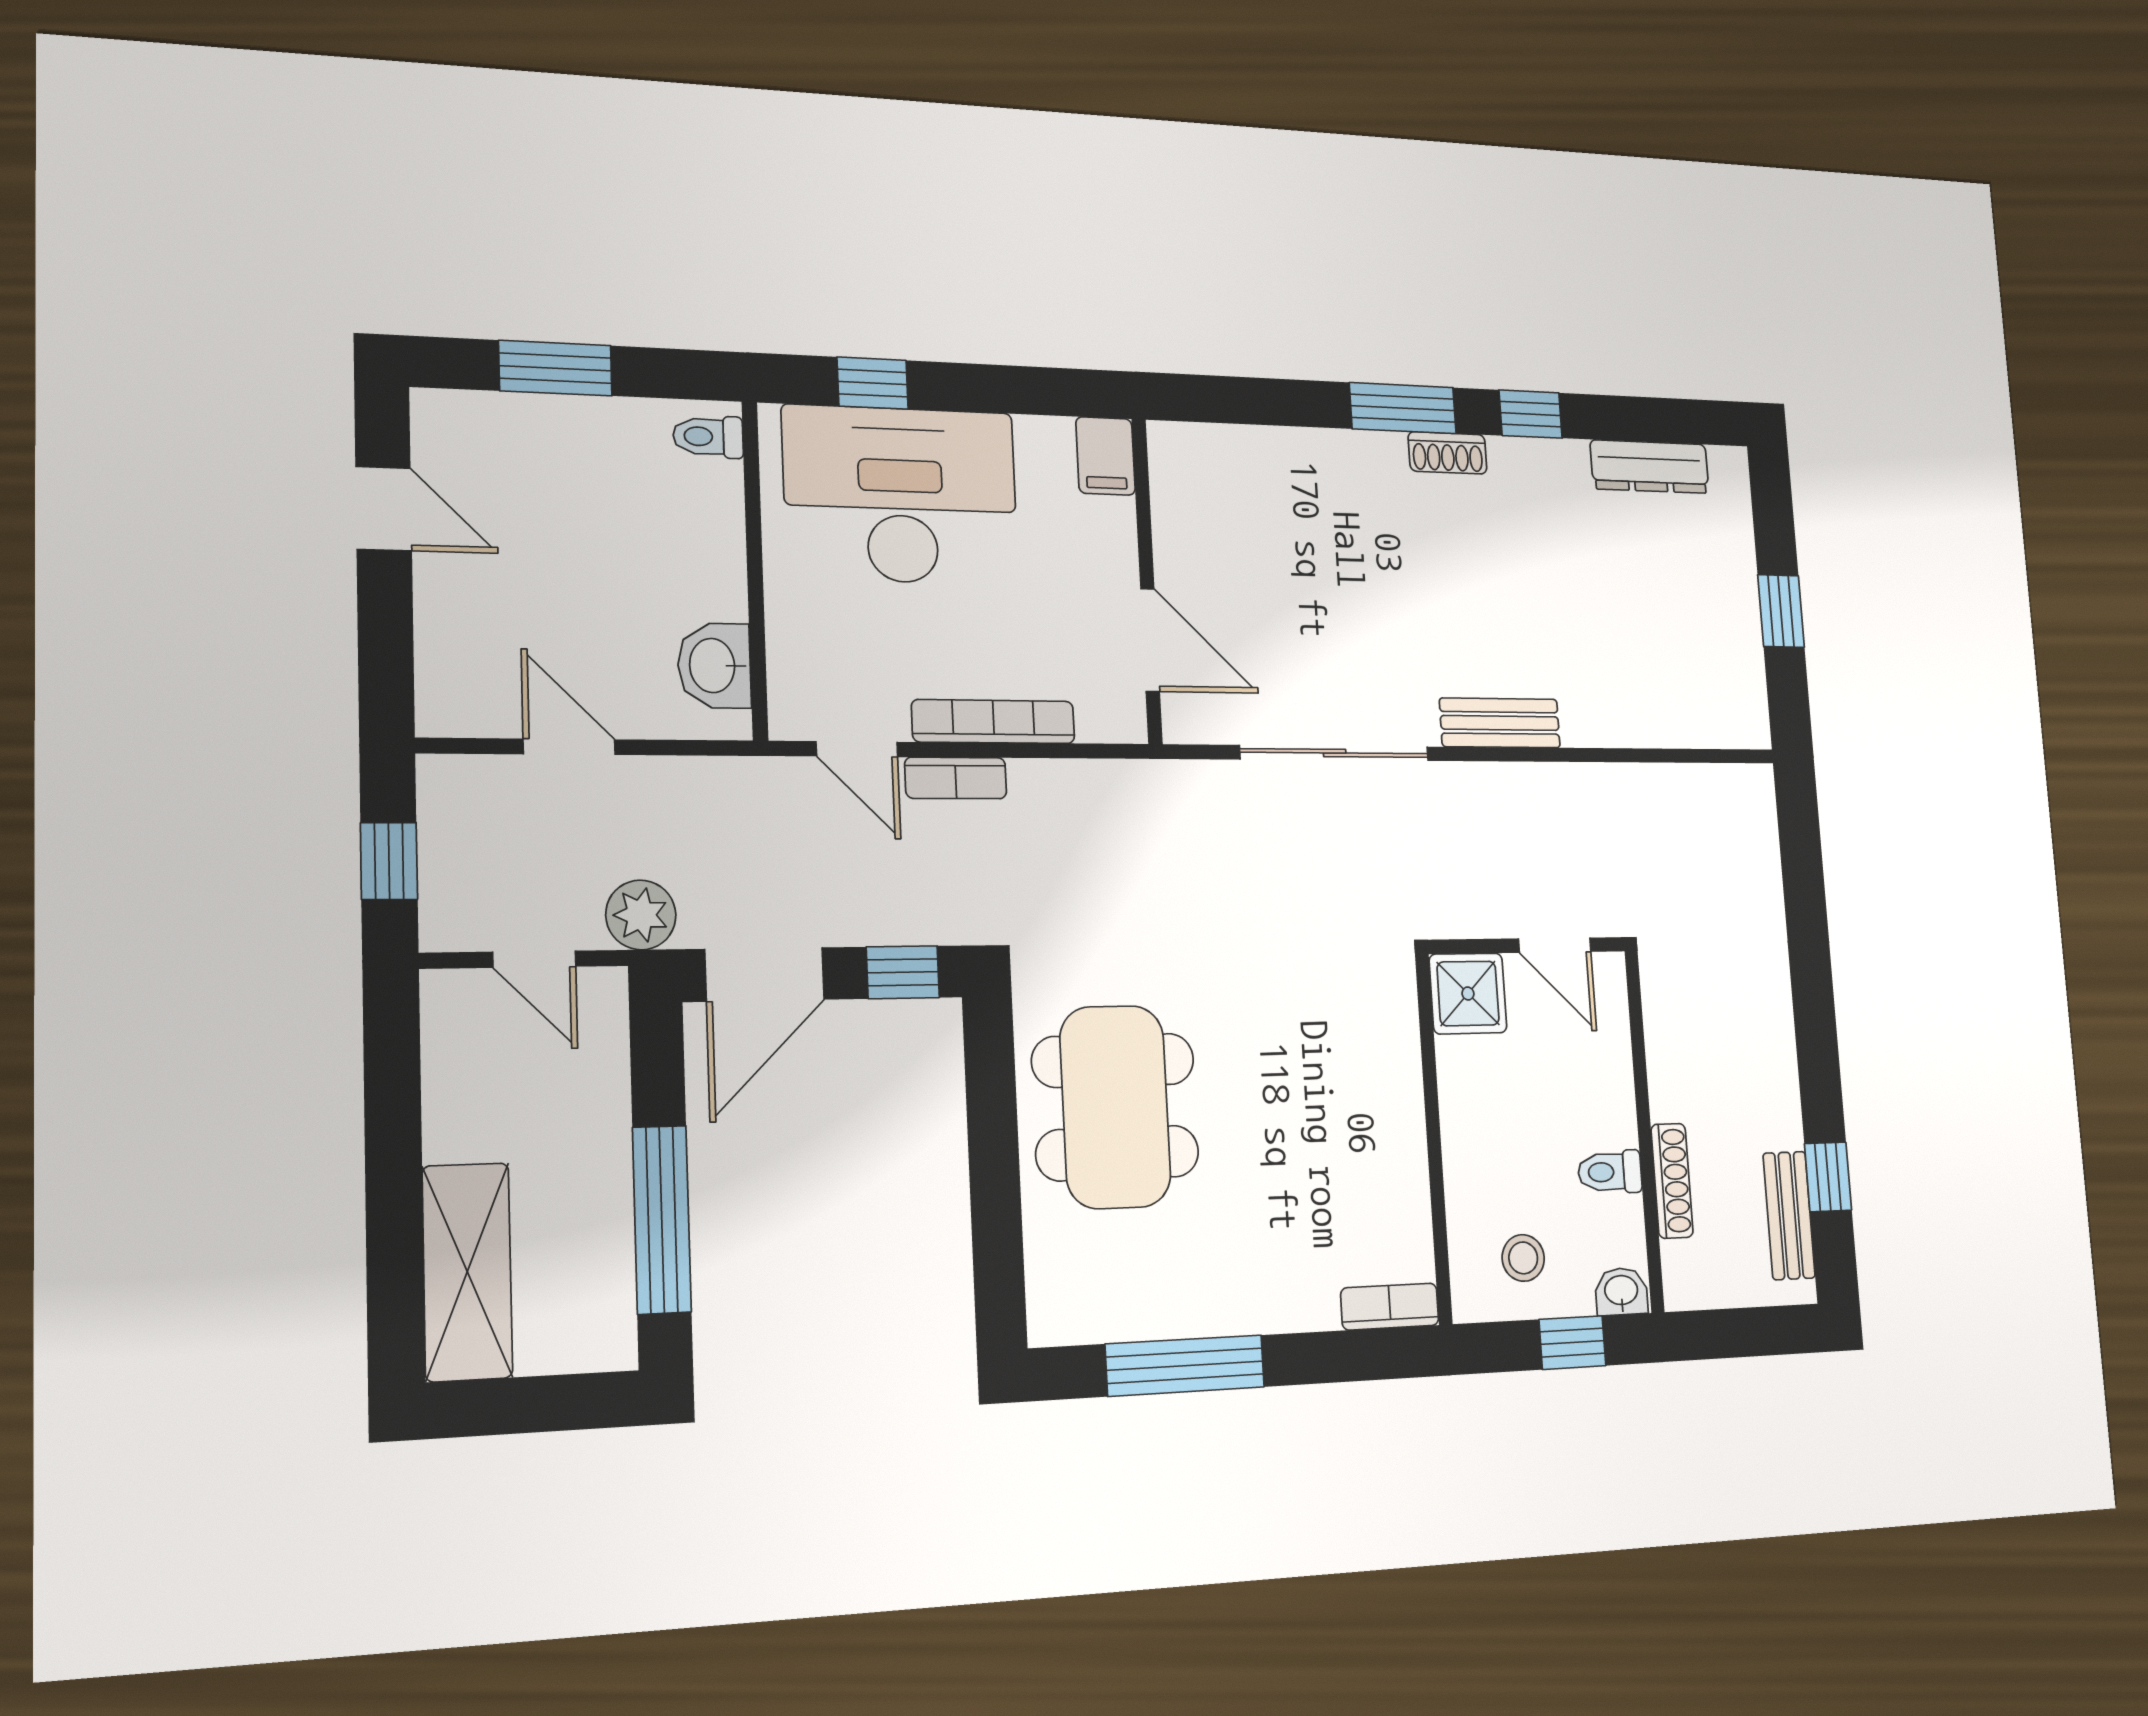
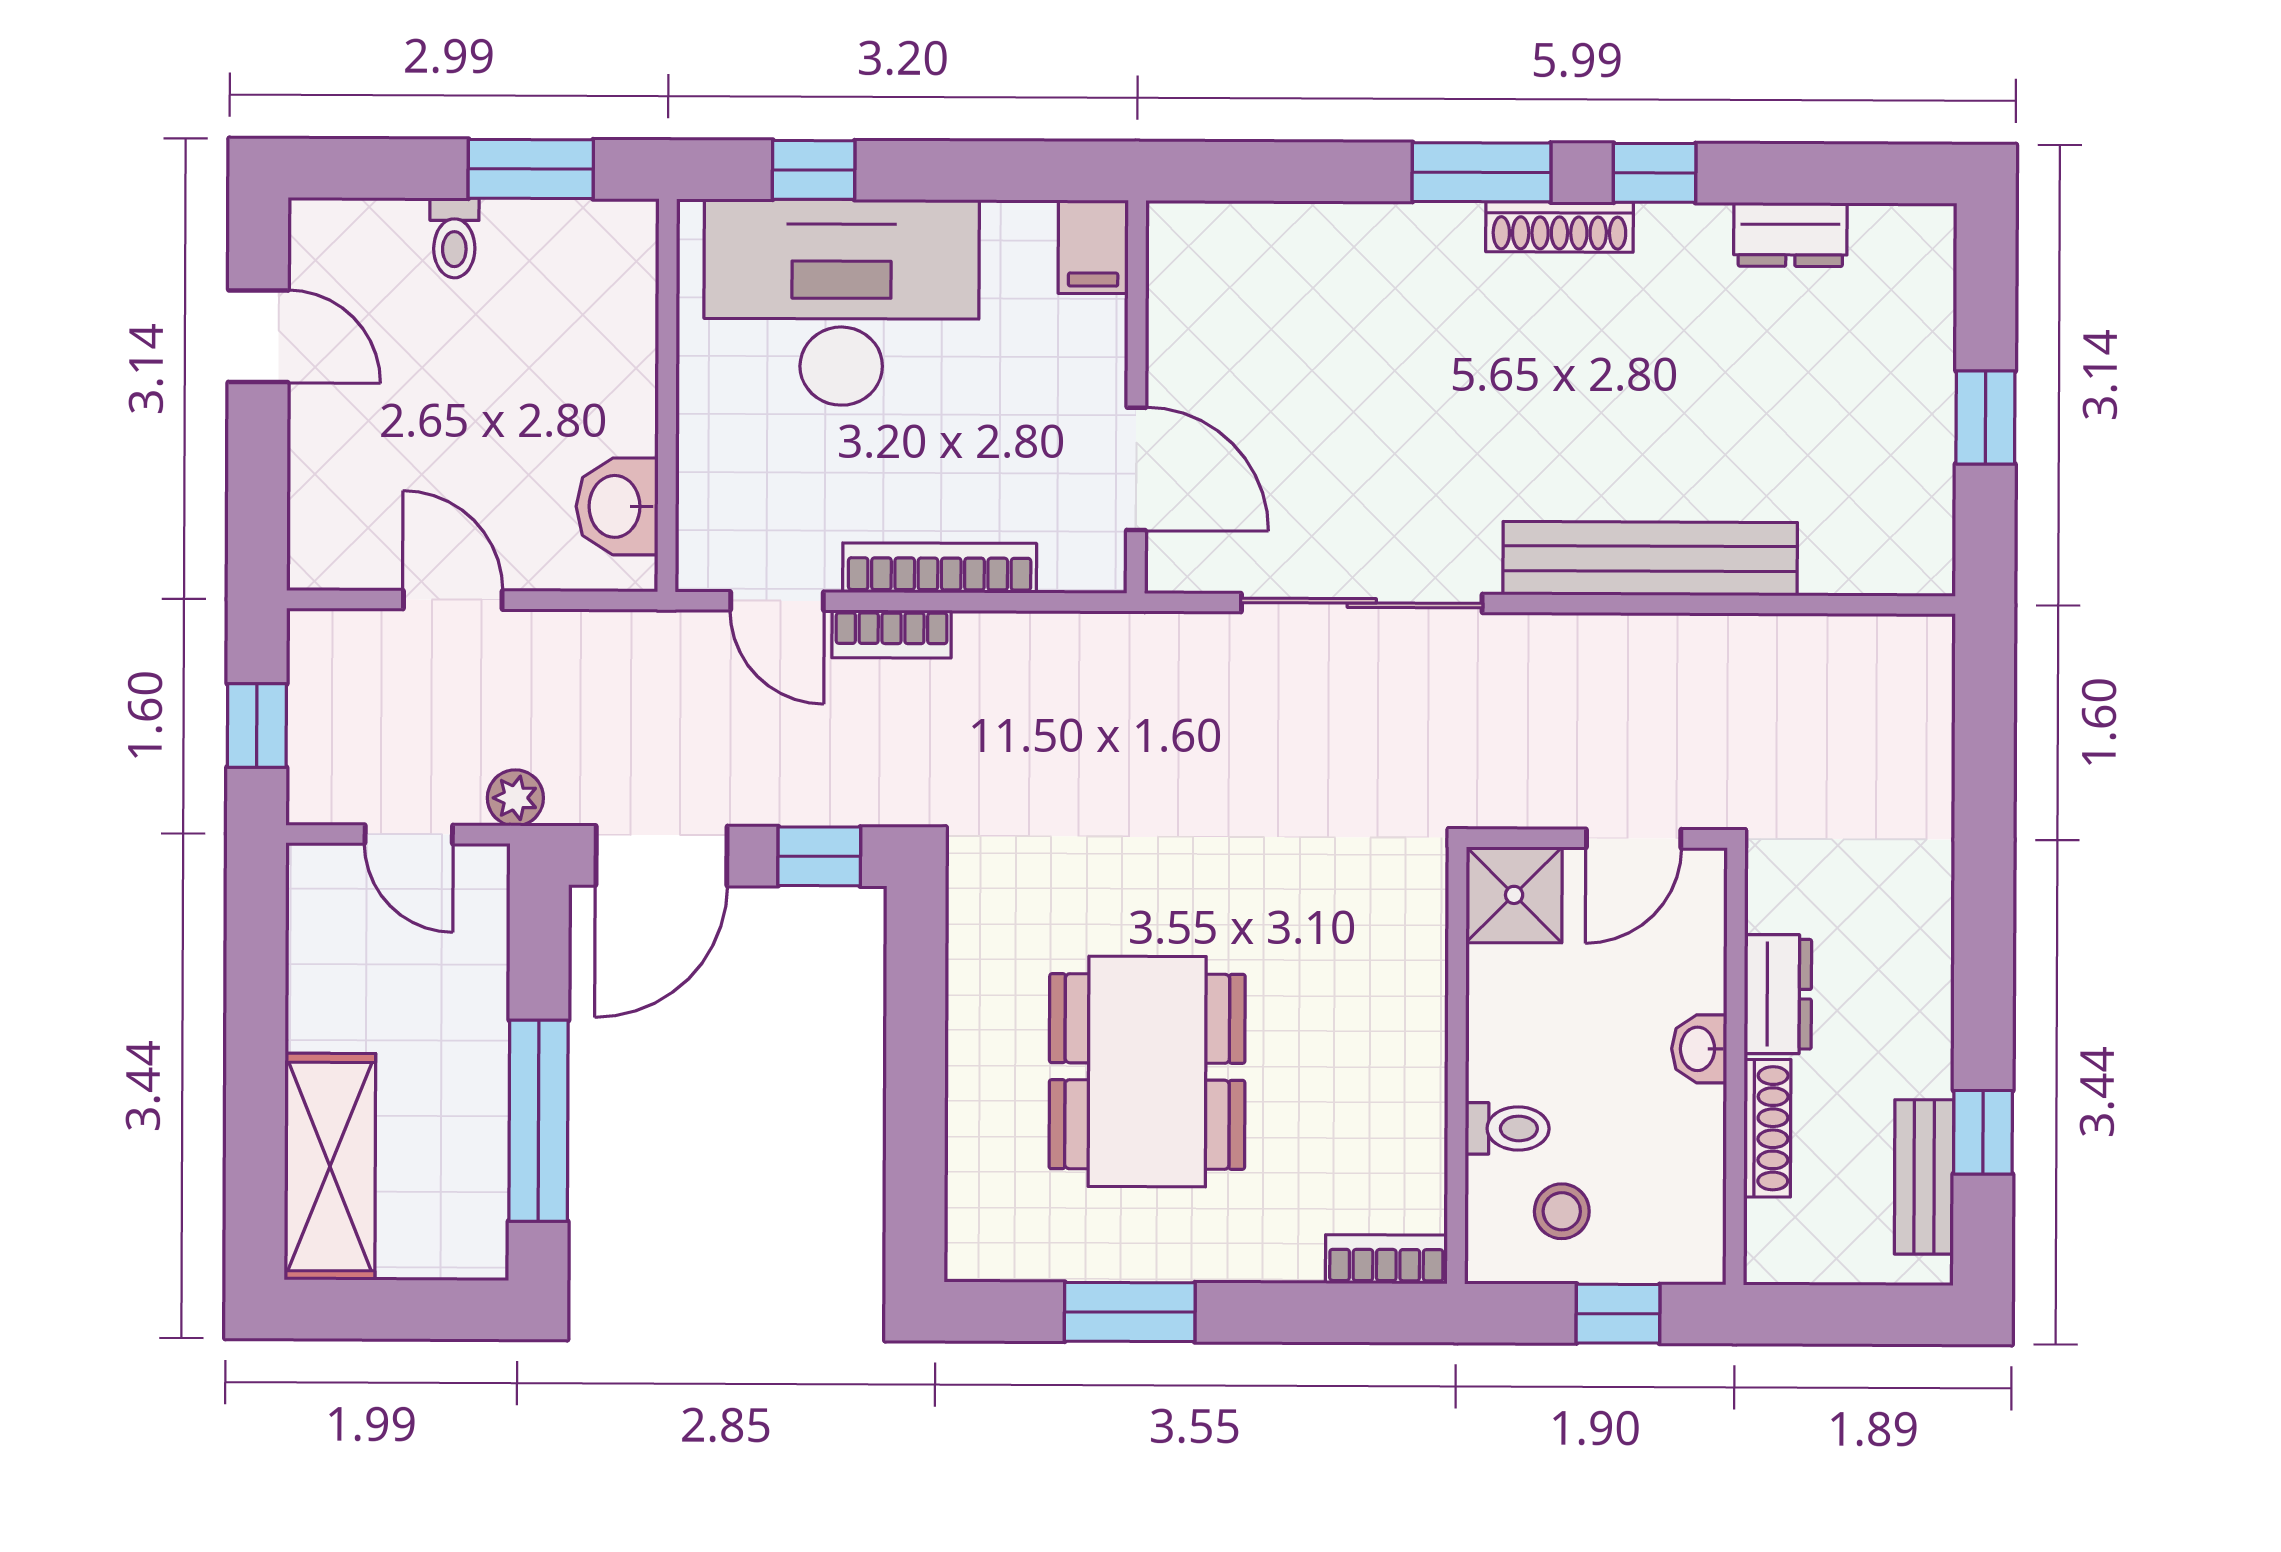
window: (555, 368) -> (531, 169), moved
toilet: (708, 437) -> (454, 238), moved, turned -90
shoe rack: (1448, 453) -> (1559, 227), width x1.43
dresser: (1650, 467) -> (1790, 235), width x0.70
bench: (1500, 723) -> (1650, 559), width x1.86, depth x1.21
plant: (641, 915) -> (515, 798), width x0.73, depth x0.73
door: (1555, 945) -> (1634, 839), hinge flipped
dresser: (1671, 1070) -> (1778, 994), added
dining table: (1115, 1107) -> (1147, 1072), moved
toilet: (1610, 1172) -> (1507, 1128), moved, turned 180
washbasin: (1621, 1291) -> (1699, 1049), moved, turned -90
window: (1185, 1366) -> (1130, 1312), width x0.69

